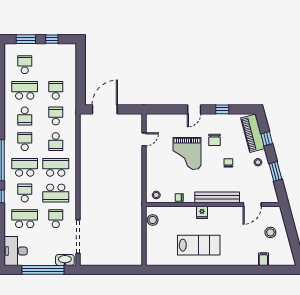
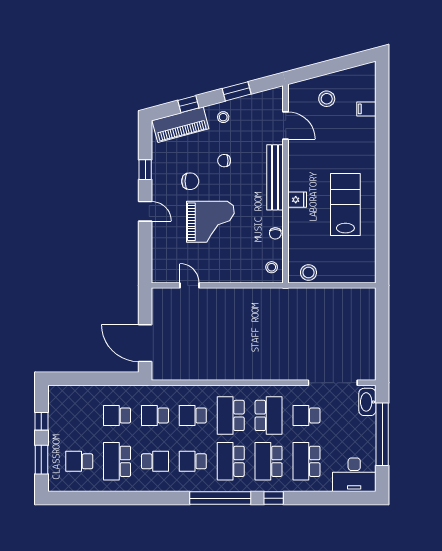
school desk: (56, 142) -> (193, 415), turned 180
school desk: (25, 193) -> (269, 461), width x1.85

